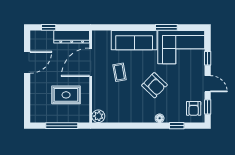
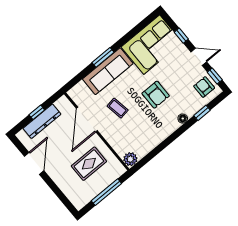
window: (49, 27) -> (37, 112), moved
window: (166, 27) -> (103, 57), moved
dresser: (72, 37) -> (42, 121), moved
armchair: (154, 85) -> (156, 95), turned 46
armchair: (194, 108) -> (204, 87), turned 180

